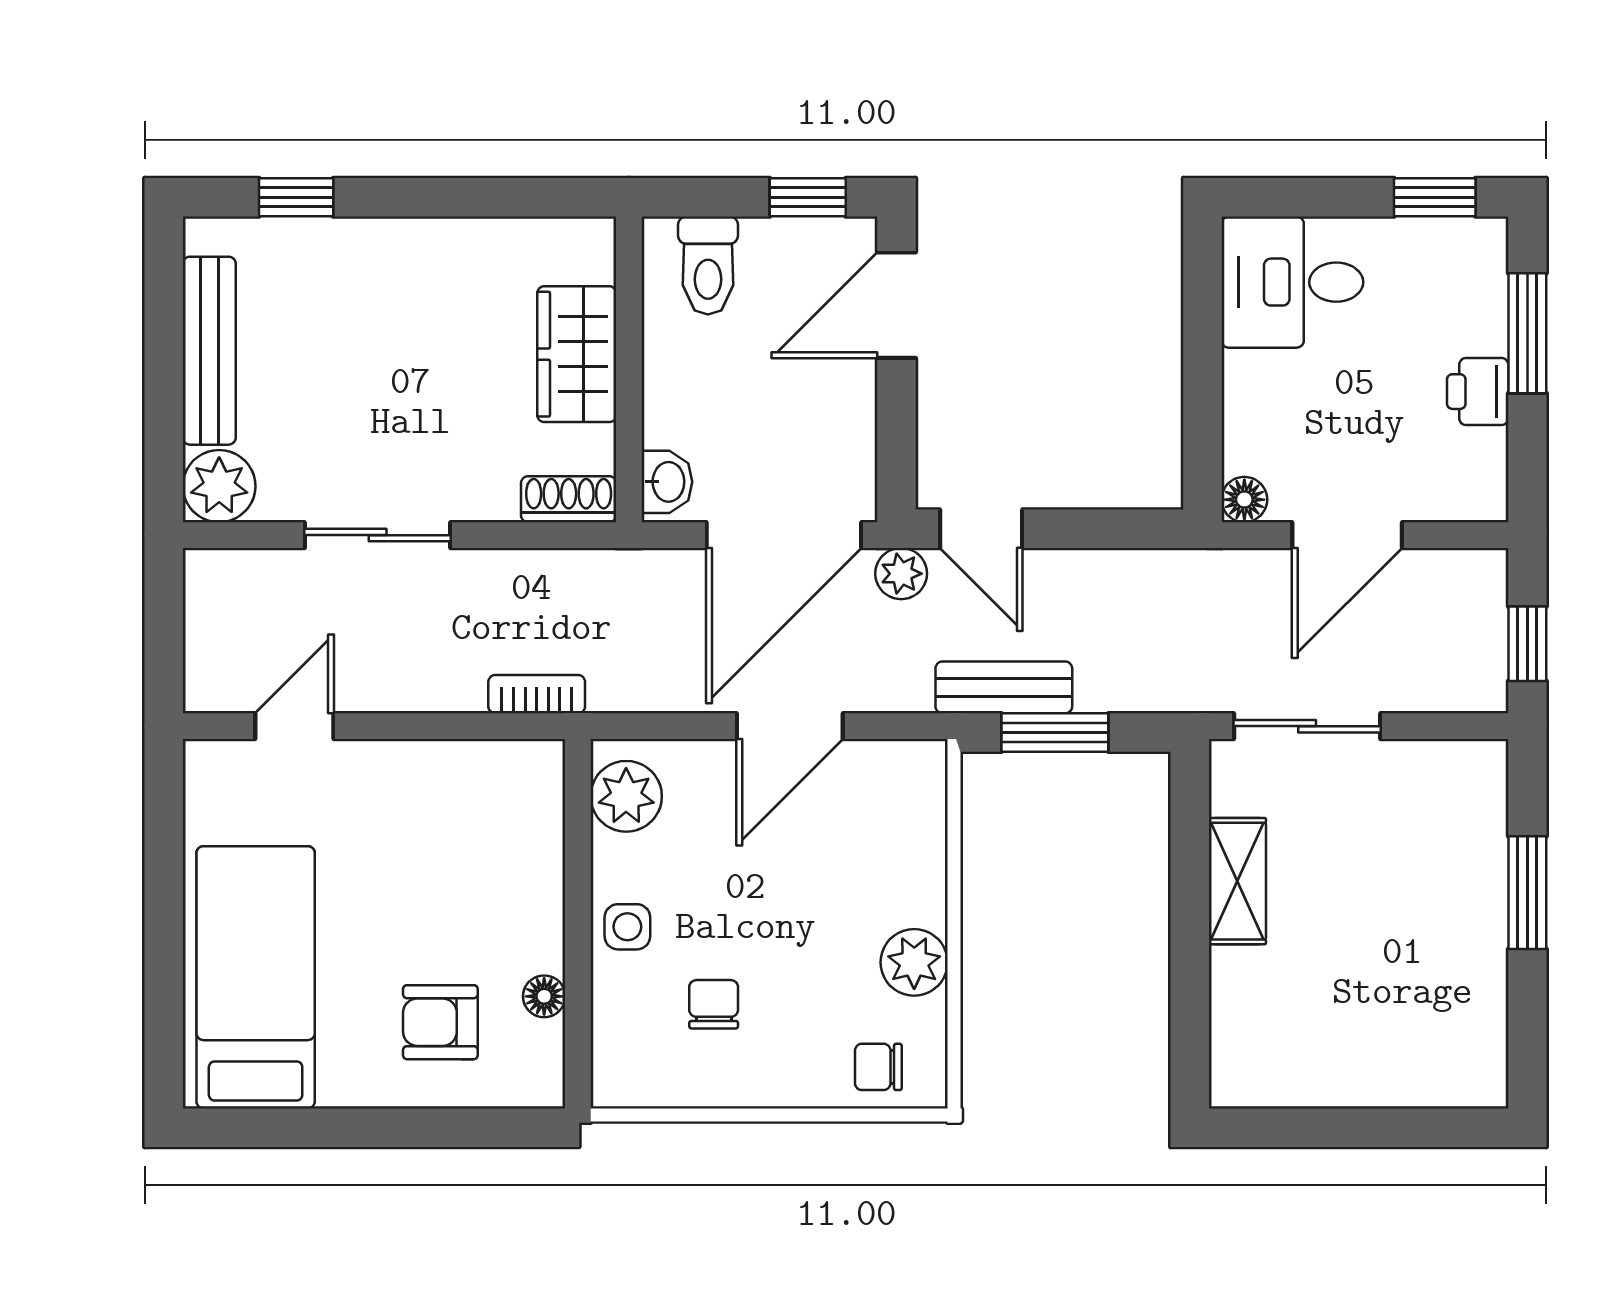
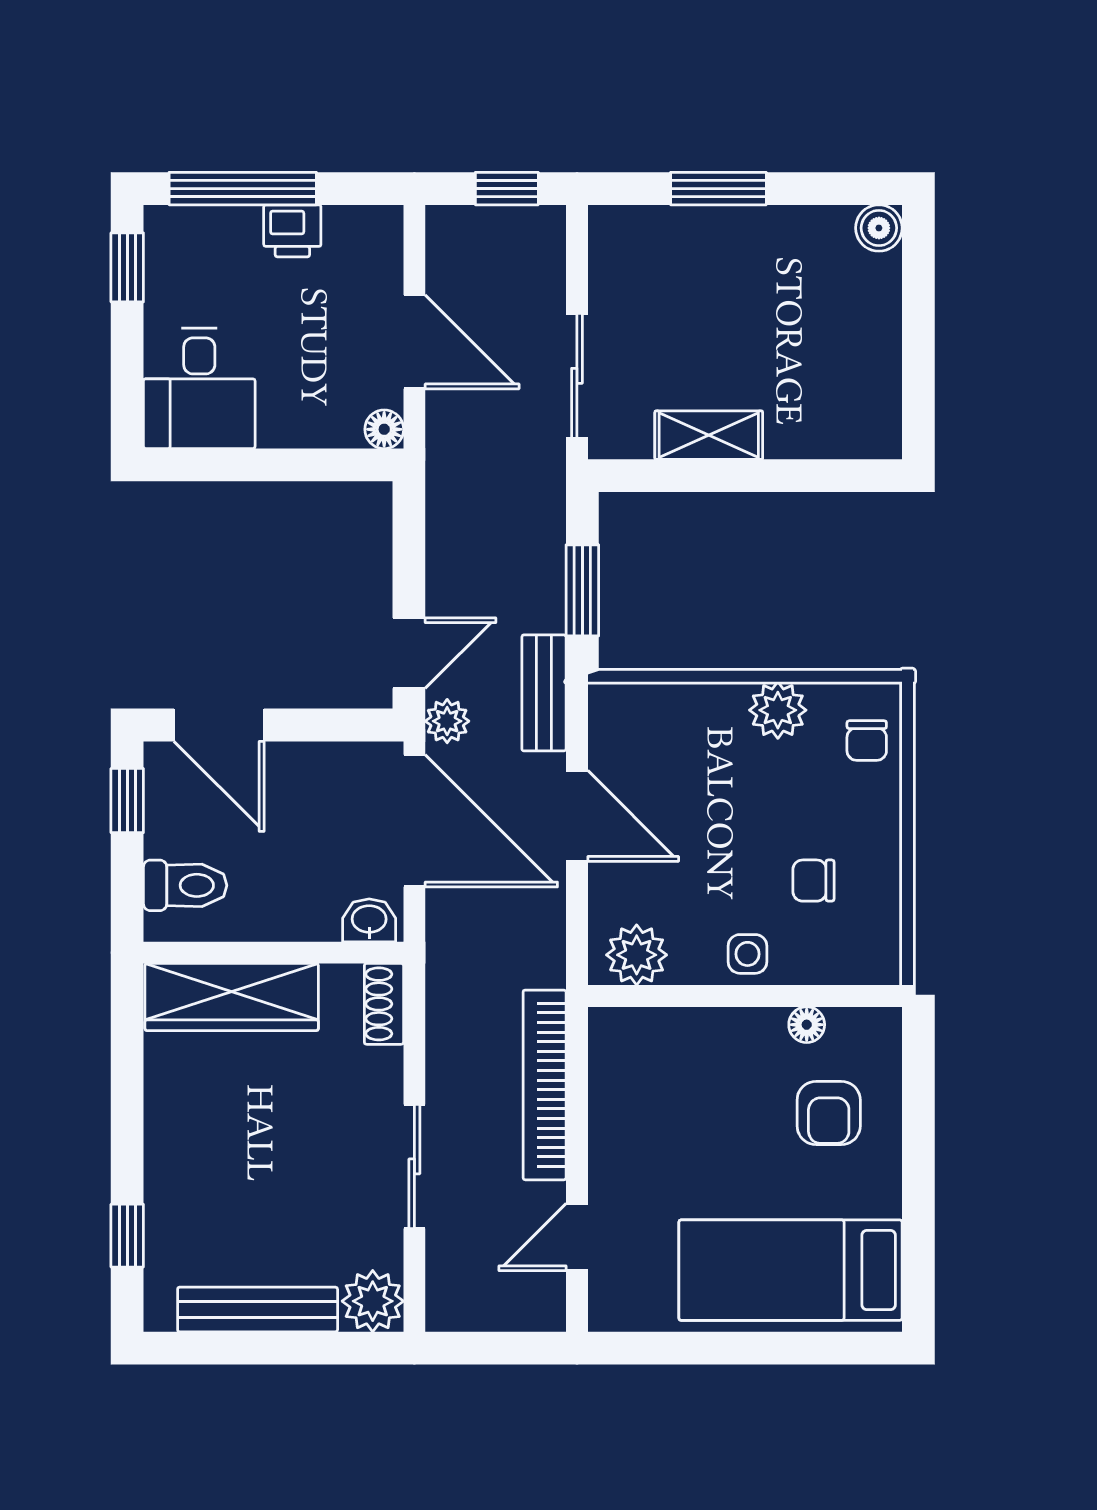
window: (1527, 333) -> (243, 189), width x1.44
wardrobe: (577, 354) -> (232, 997), width x1.50
bench: (1004, 687) -> (544, 693), moved
bookcase: (537, 694) -> (545, 1085), width x2.31, depth x1.31
door: (294, 726) -> (577, 1237), hinge flipped
boiler: (1481, 1081) -> (879, 228), added

